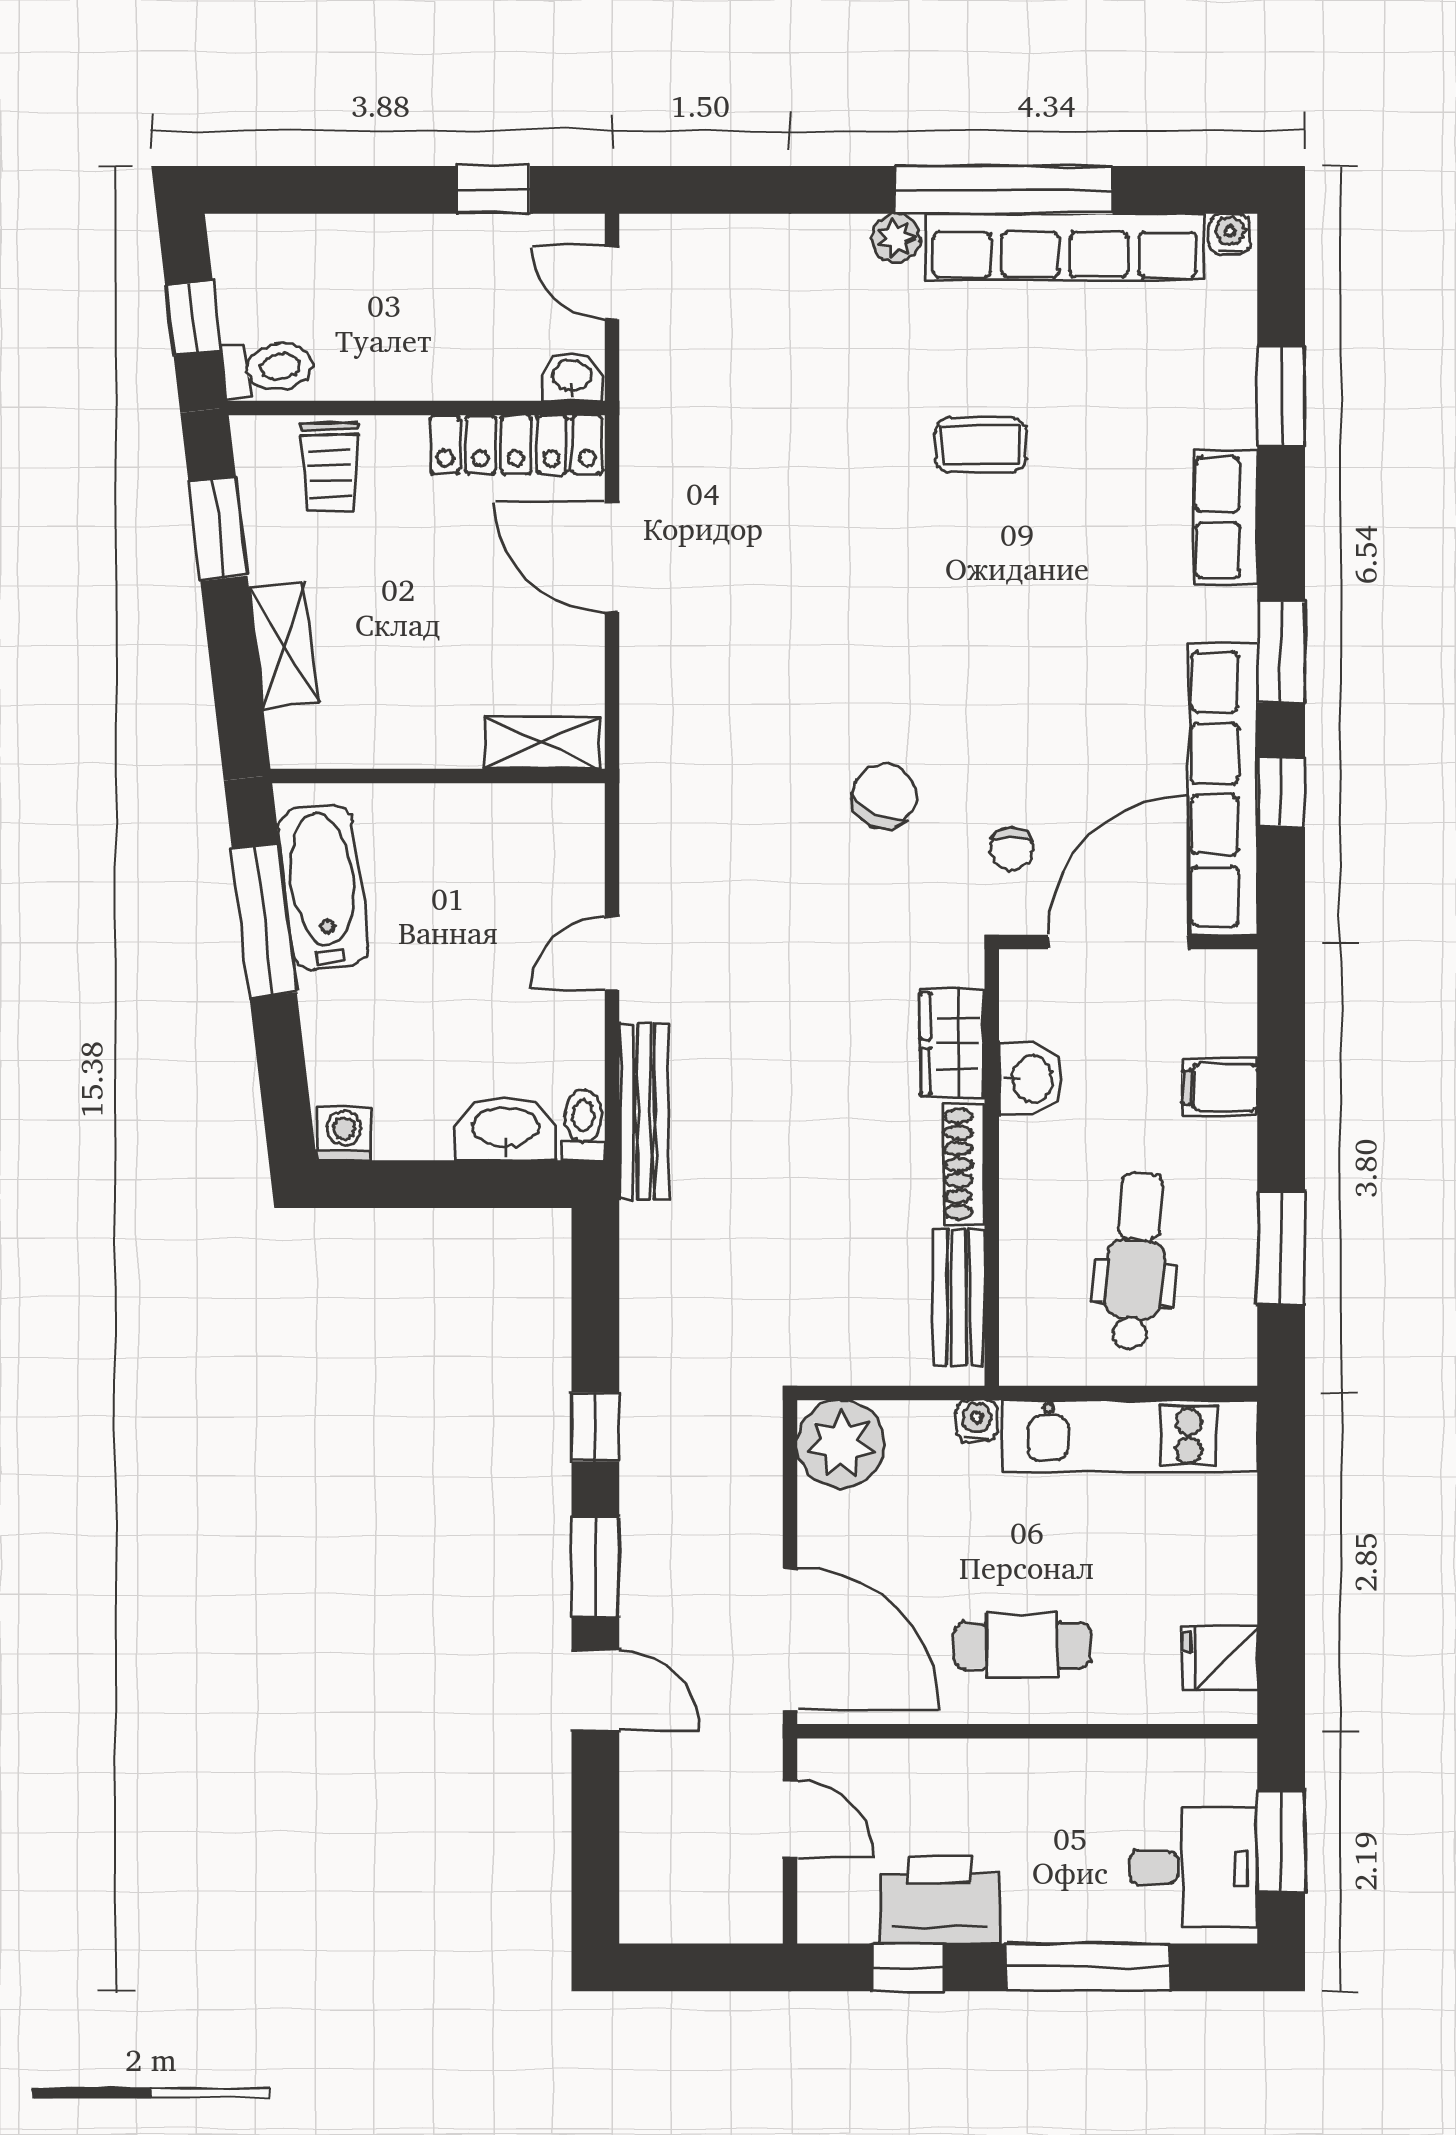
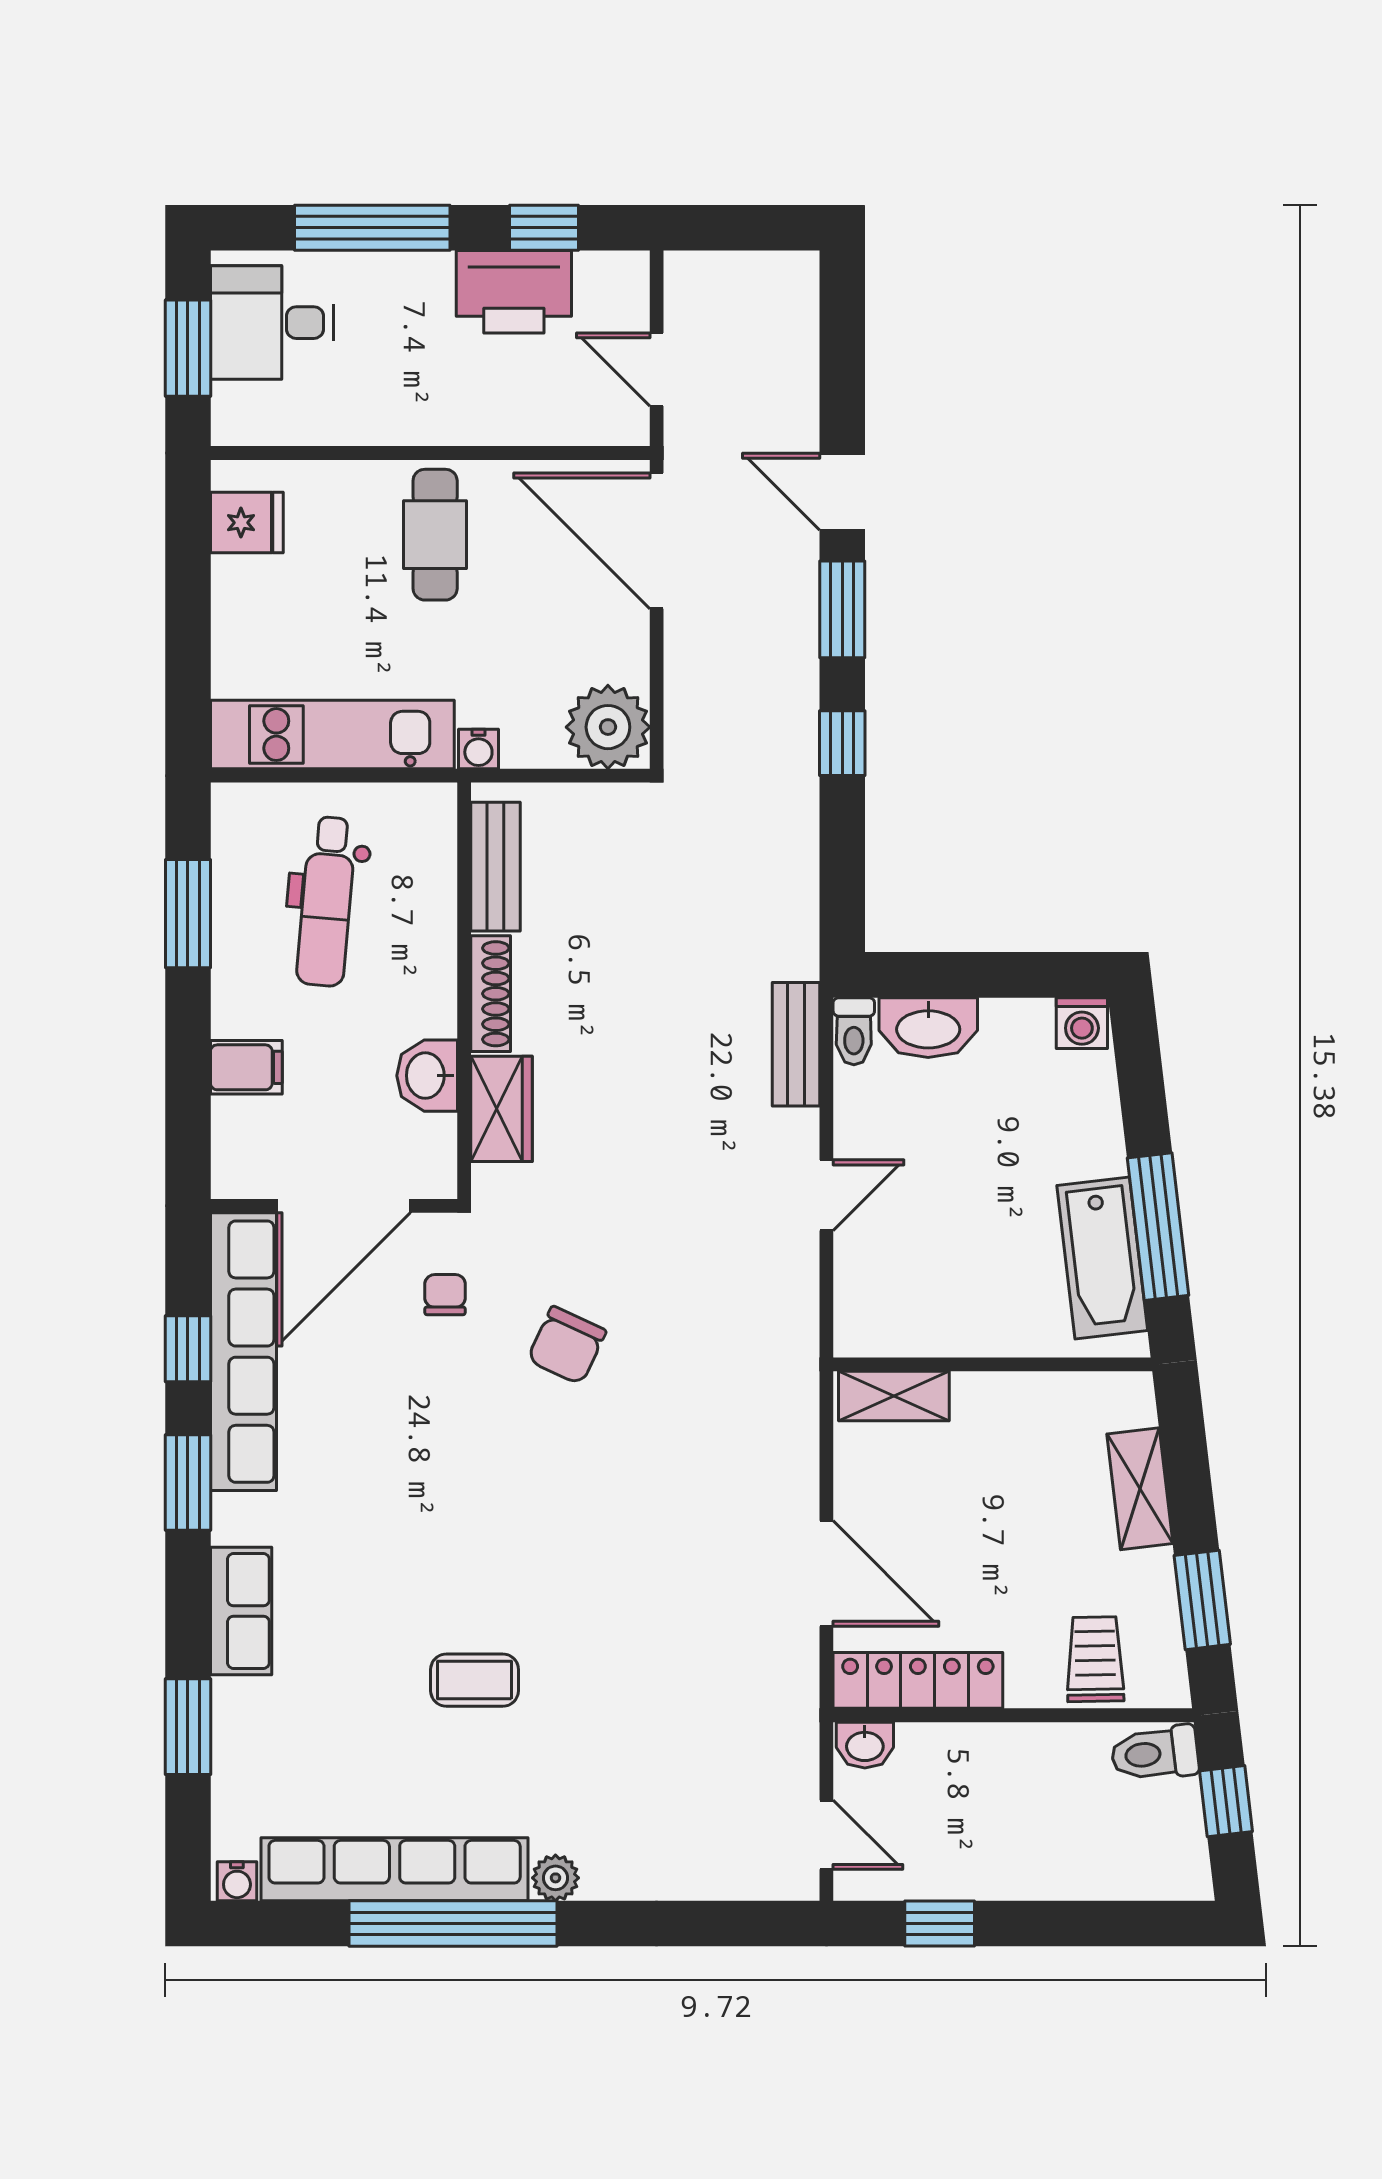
bench: (644, 1112) -> (796, 1044), width x0.73
cafe table: (1022, 1646) -> (435, 535), turned 90

